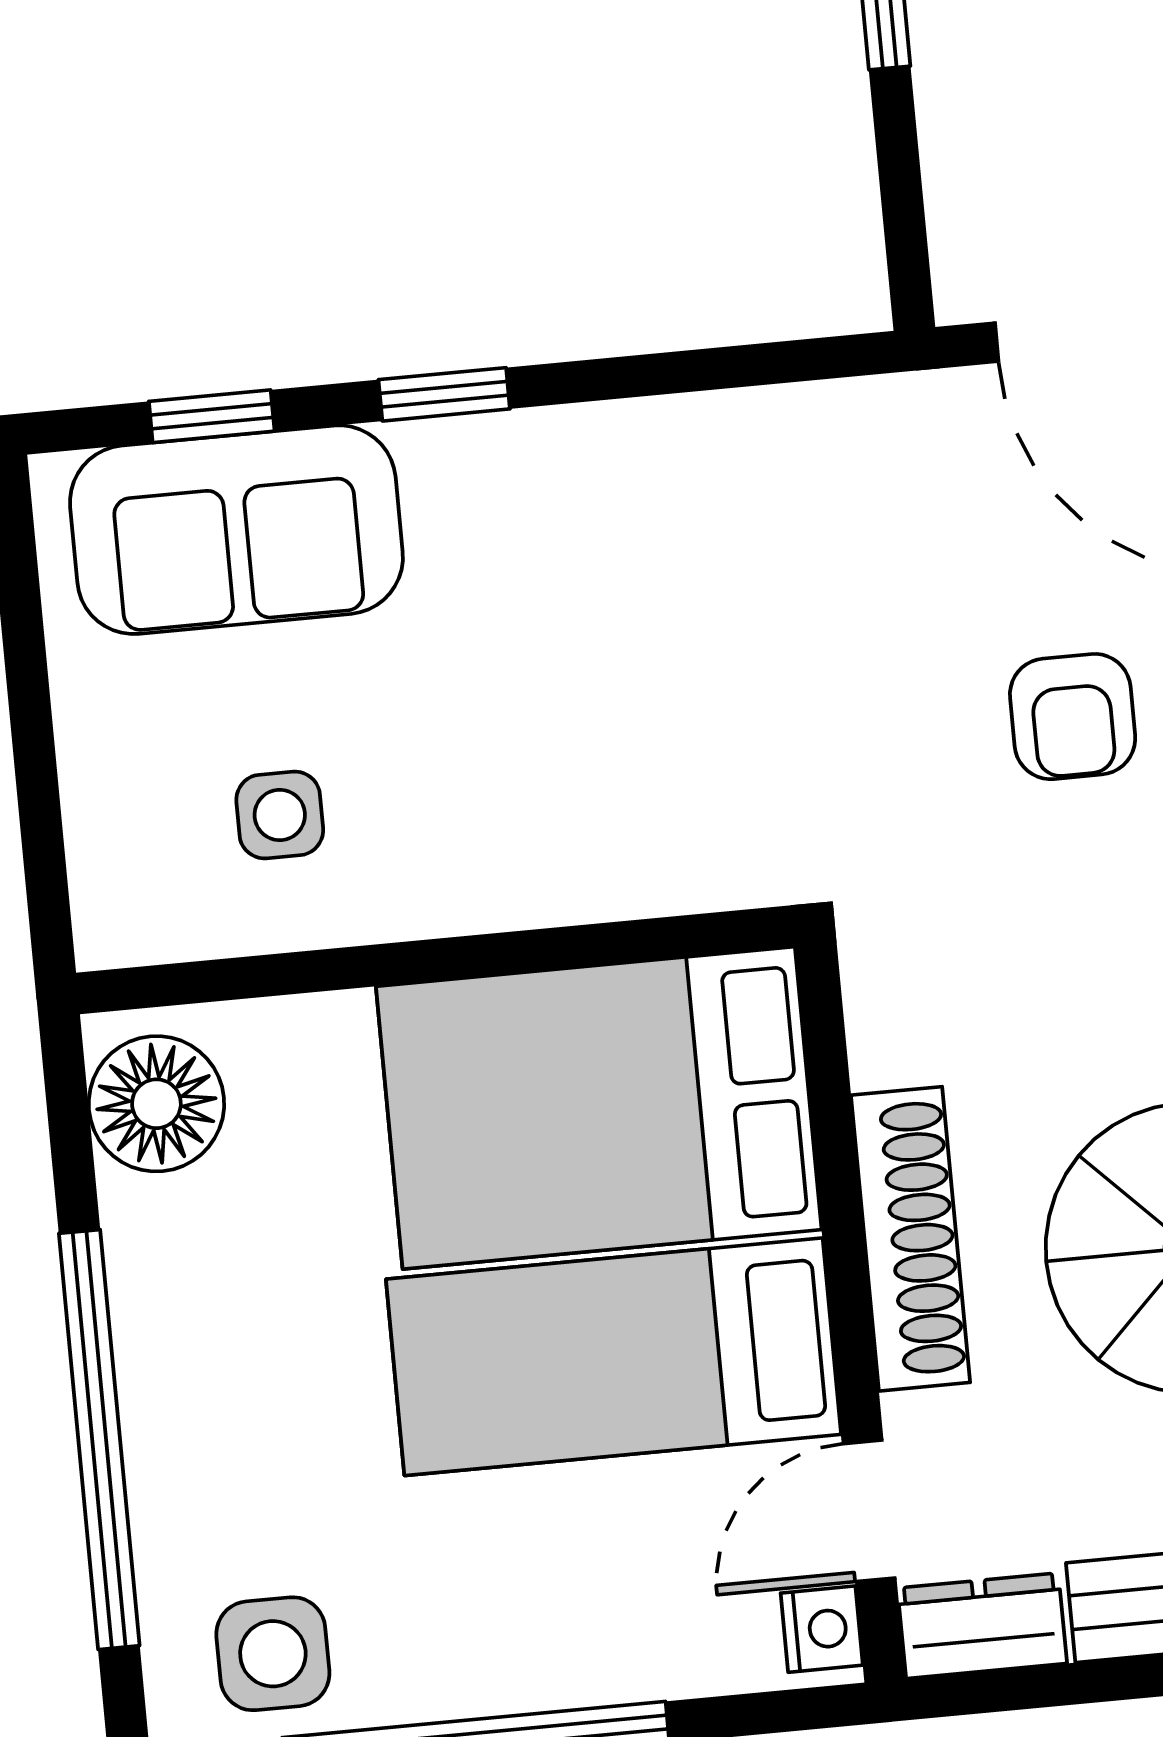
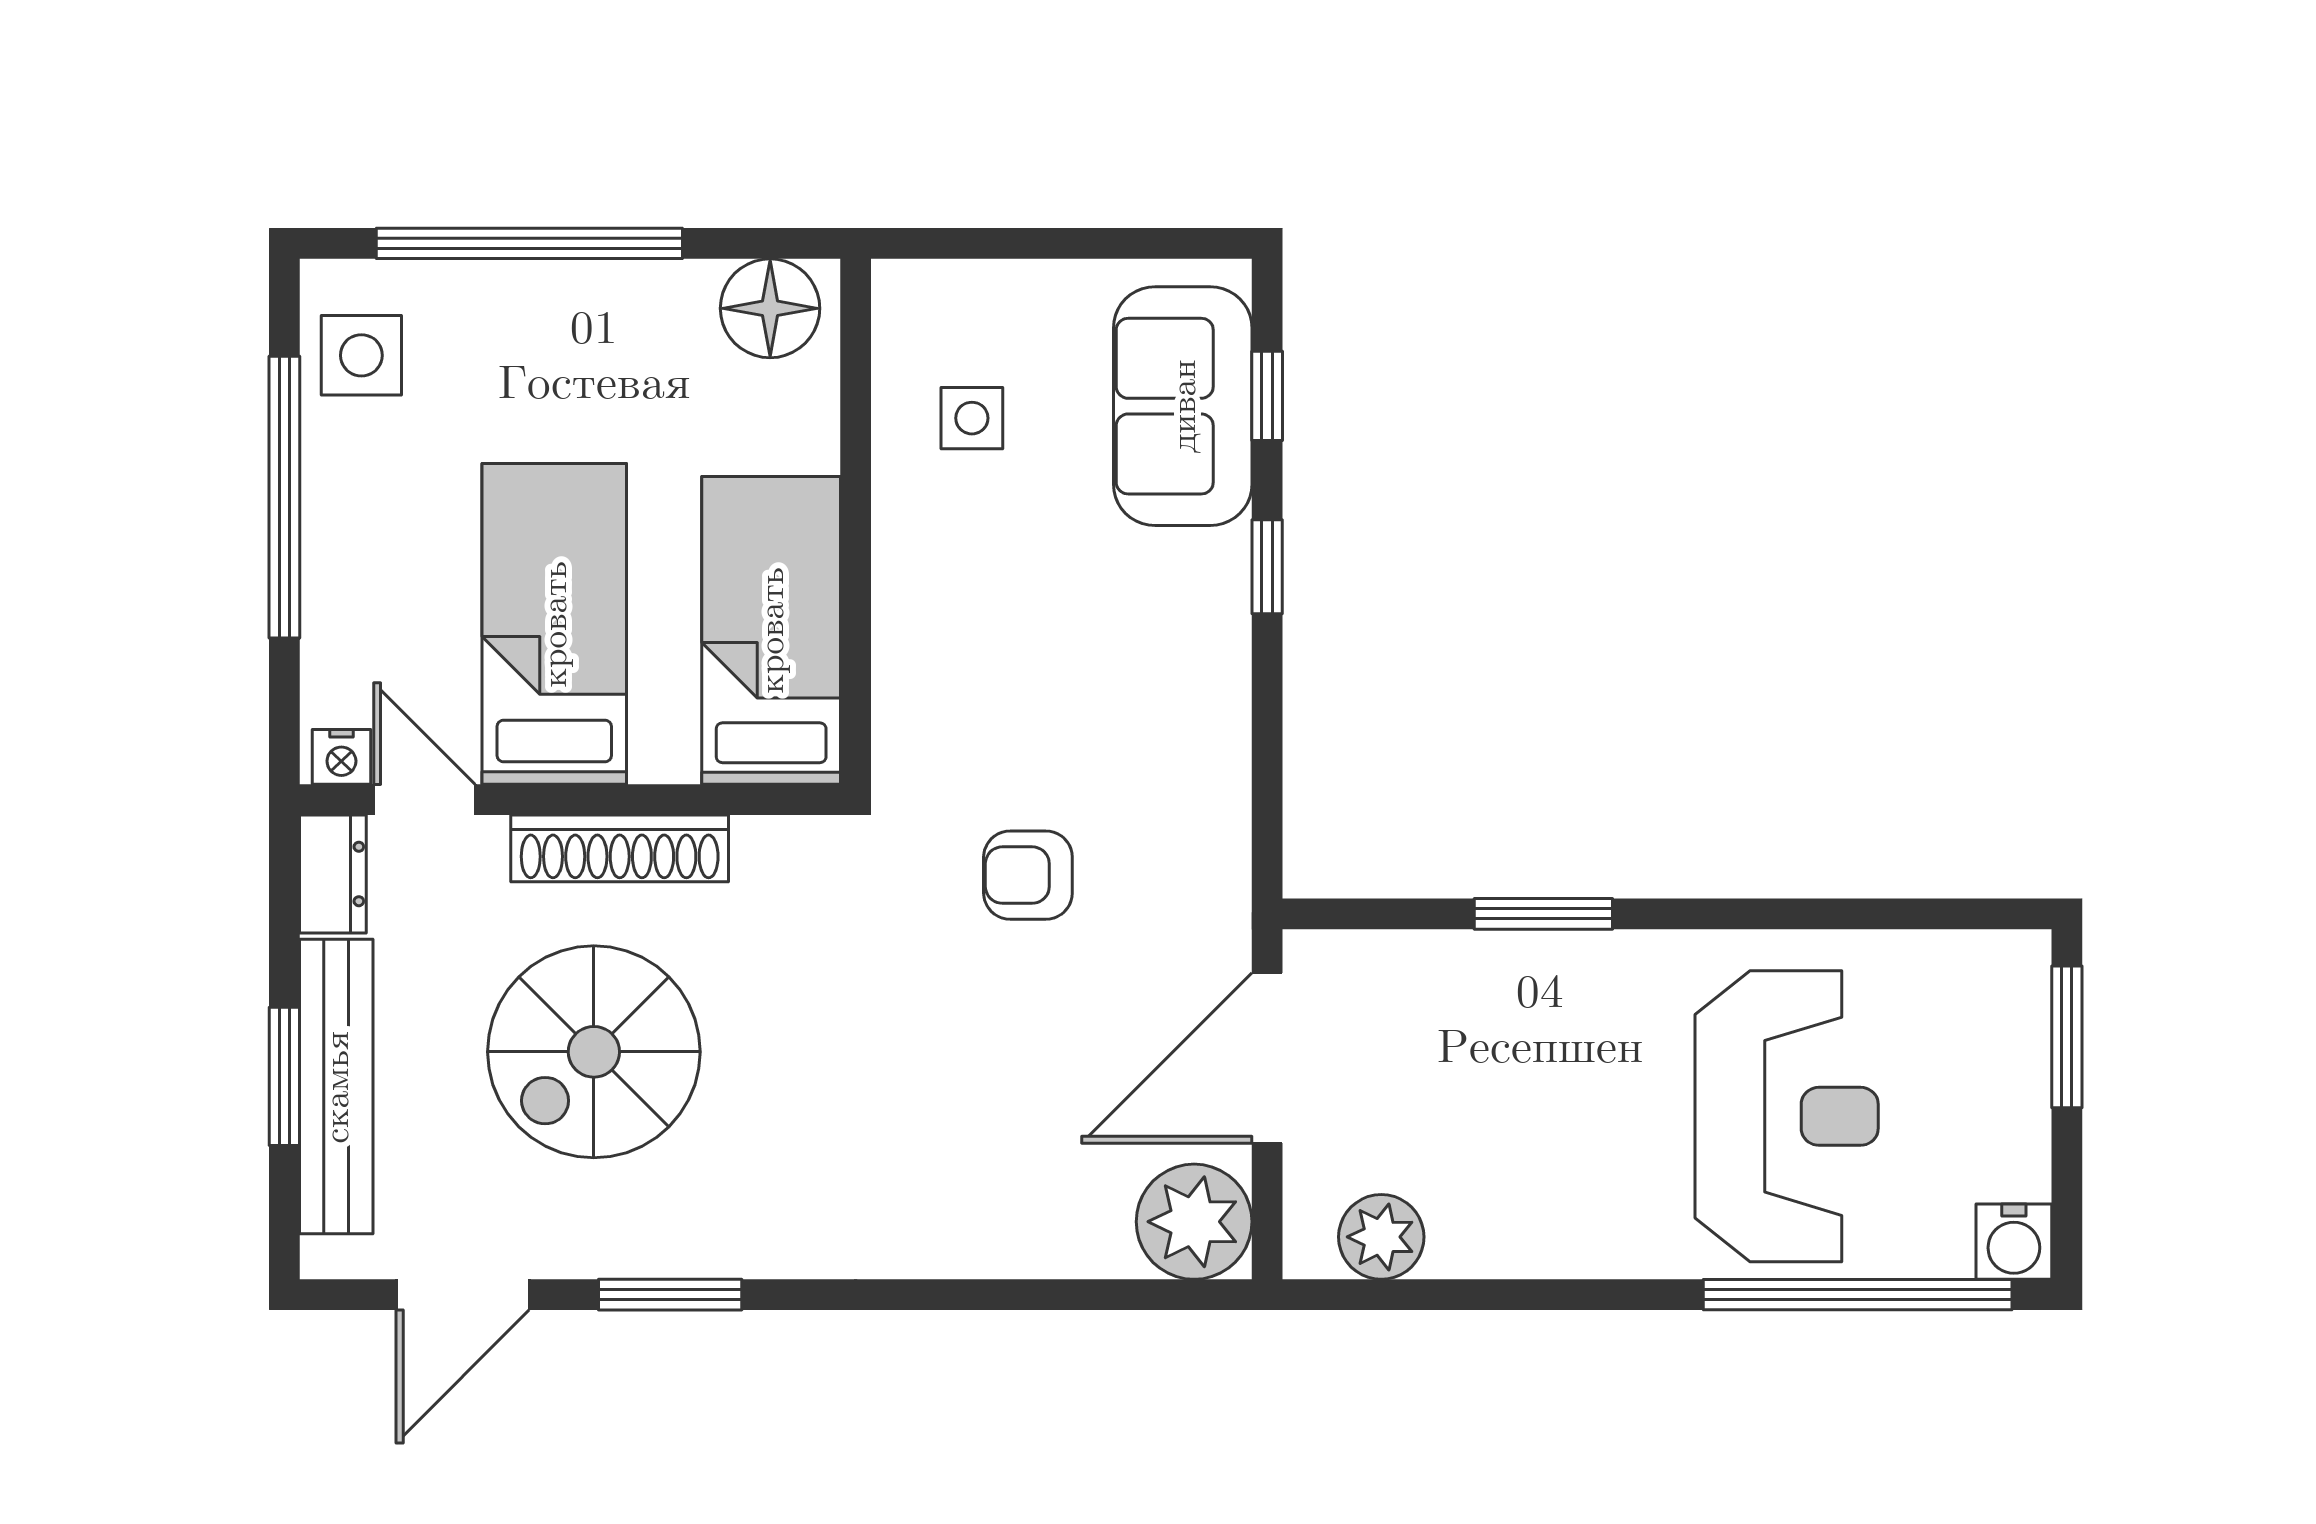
armchair: (1073, 717) -> (1028, 875), moved
bed: (599, 1108) -> (771, 630), width x0.67

